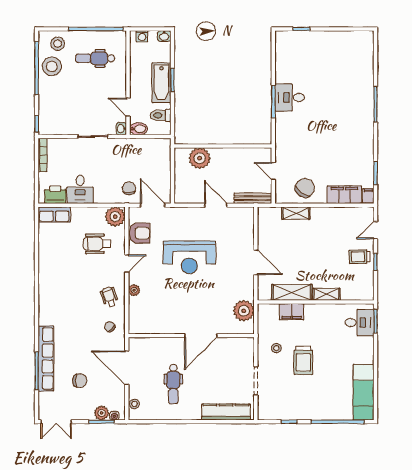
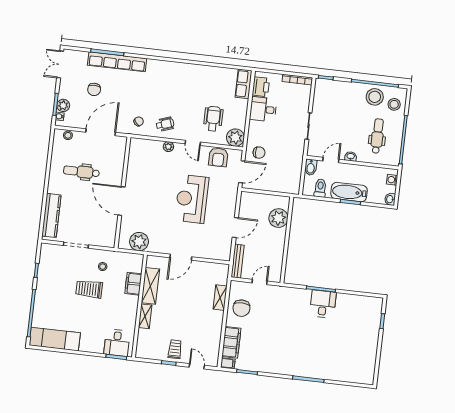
washbasin: (121, 129) -> (351, 156), moved
chair: (305, 188) -> (241, 308), turned 53

